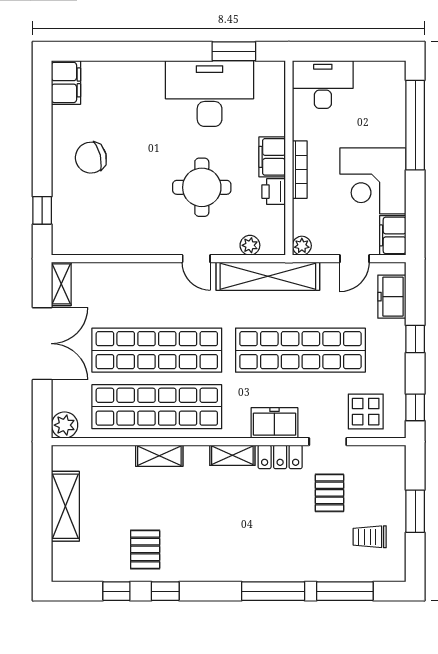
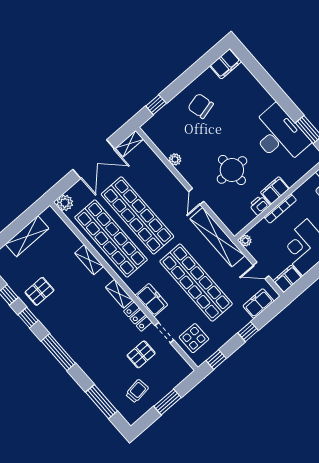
plant: (250, 245) -> (175, 159), moved
trolley: (370, 537) -> (137, 391), turned 82
window: (273, 591) -> (58, 352), moved

